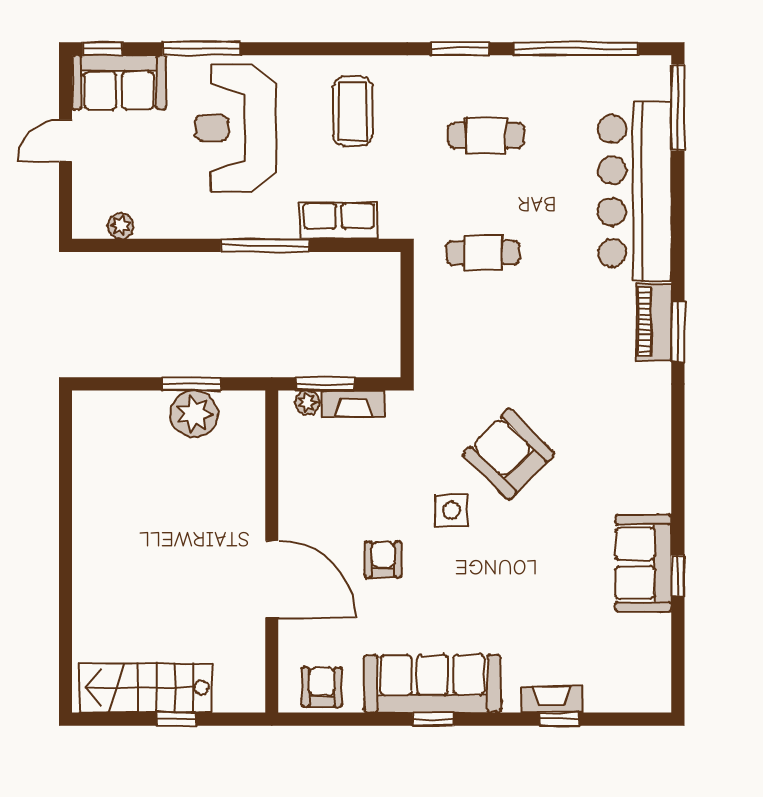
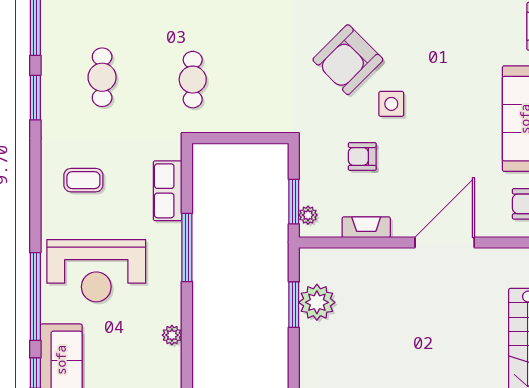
window: (202, 49) -> (35, 296), width x1.46
coffee table: (353, 111) -> (83, 180), width x0.73, depth x0.77
plant: (121, 226) -> (172, 335), moved
fireplace: (353, 404) -> (366, 227), moved, turned -90
armchair: (383, 559) -> (362, 156), moved

